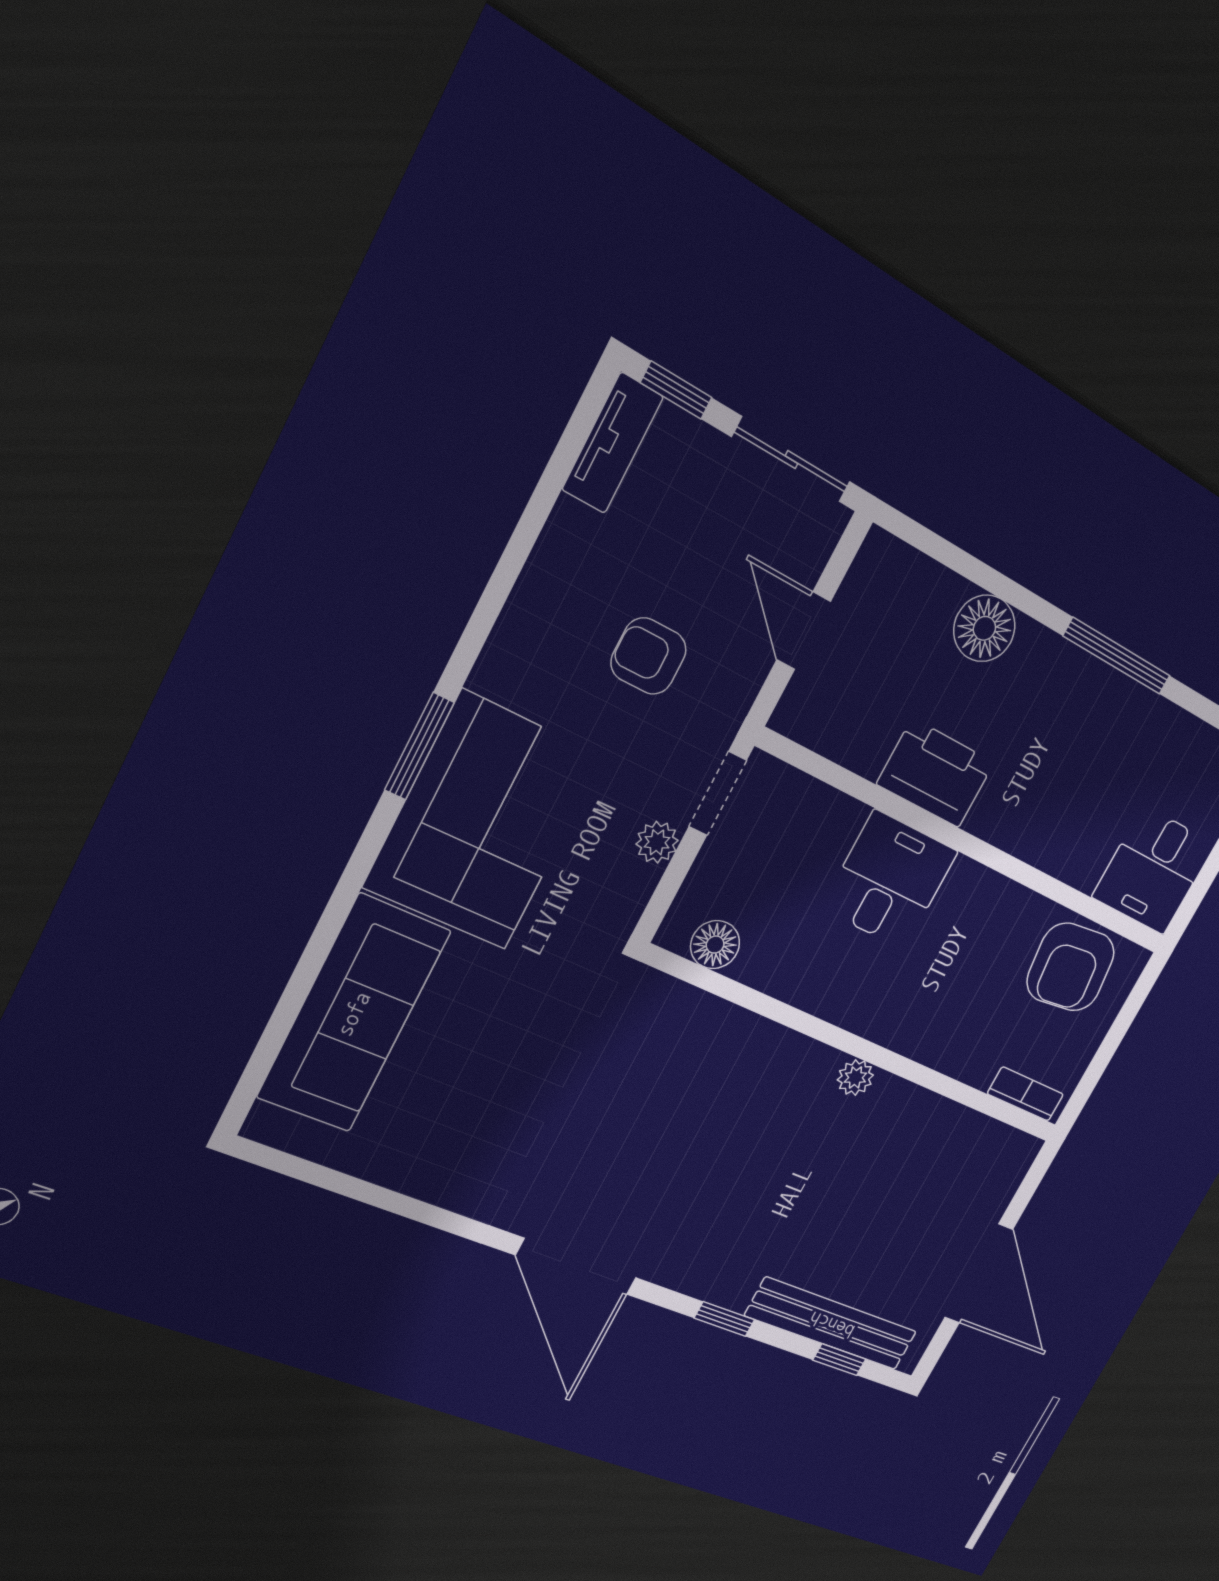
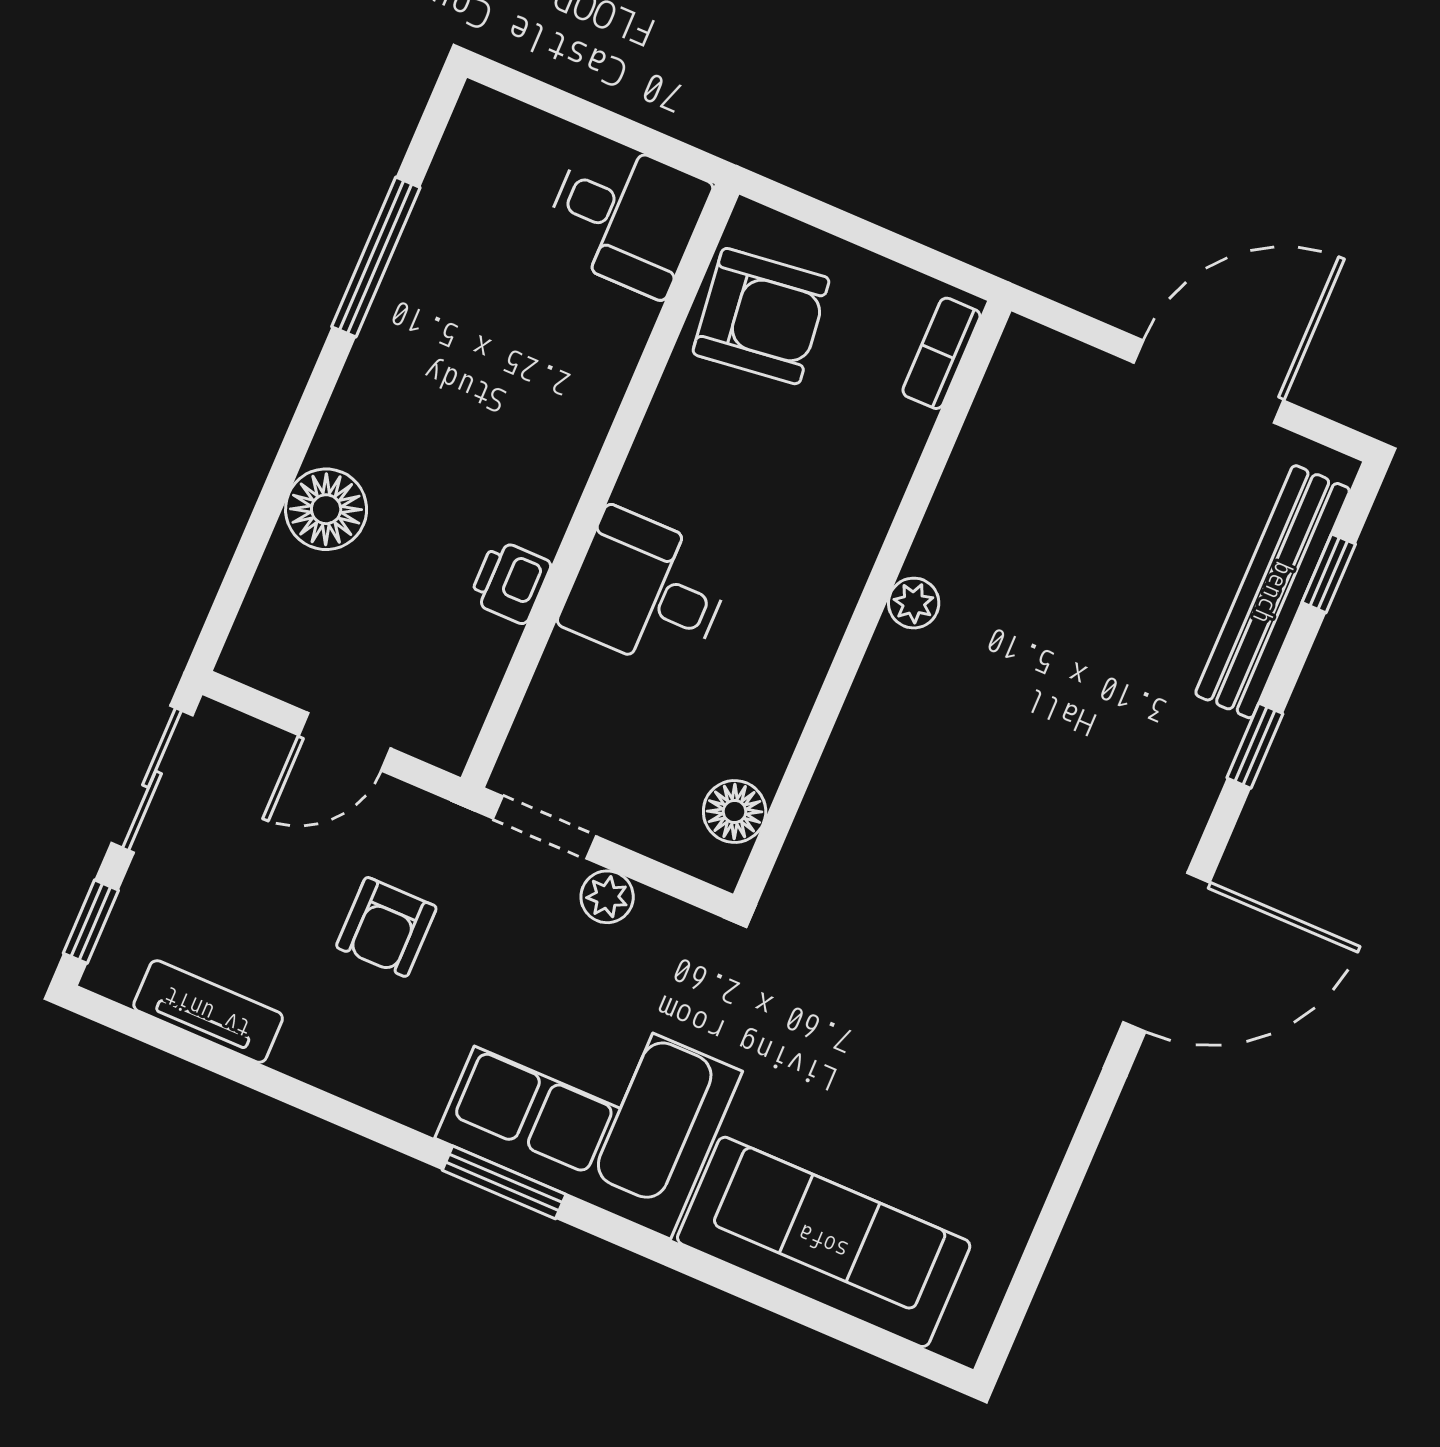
tv unit: (613, 443) -> (208, 1012), moved
window: (1117, 656) -> (376, 257), moved
printer: (936, 773) -> (510, 582), width x0.53, depth x0.68

